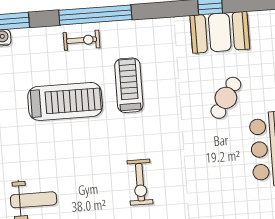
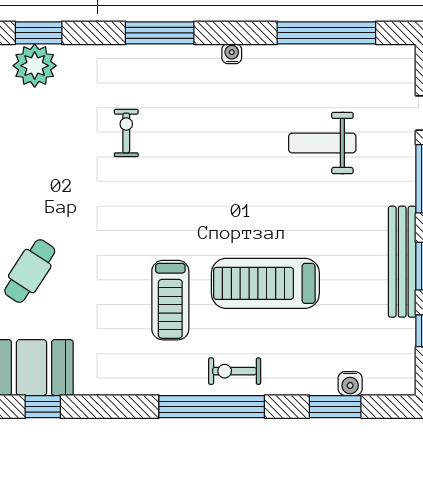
exercise bike: (140, 182) -> (126, 133), moved, width x0.73, depth x0.72

